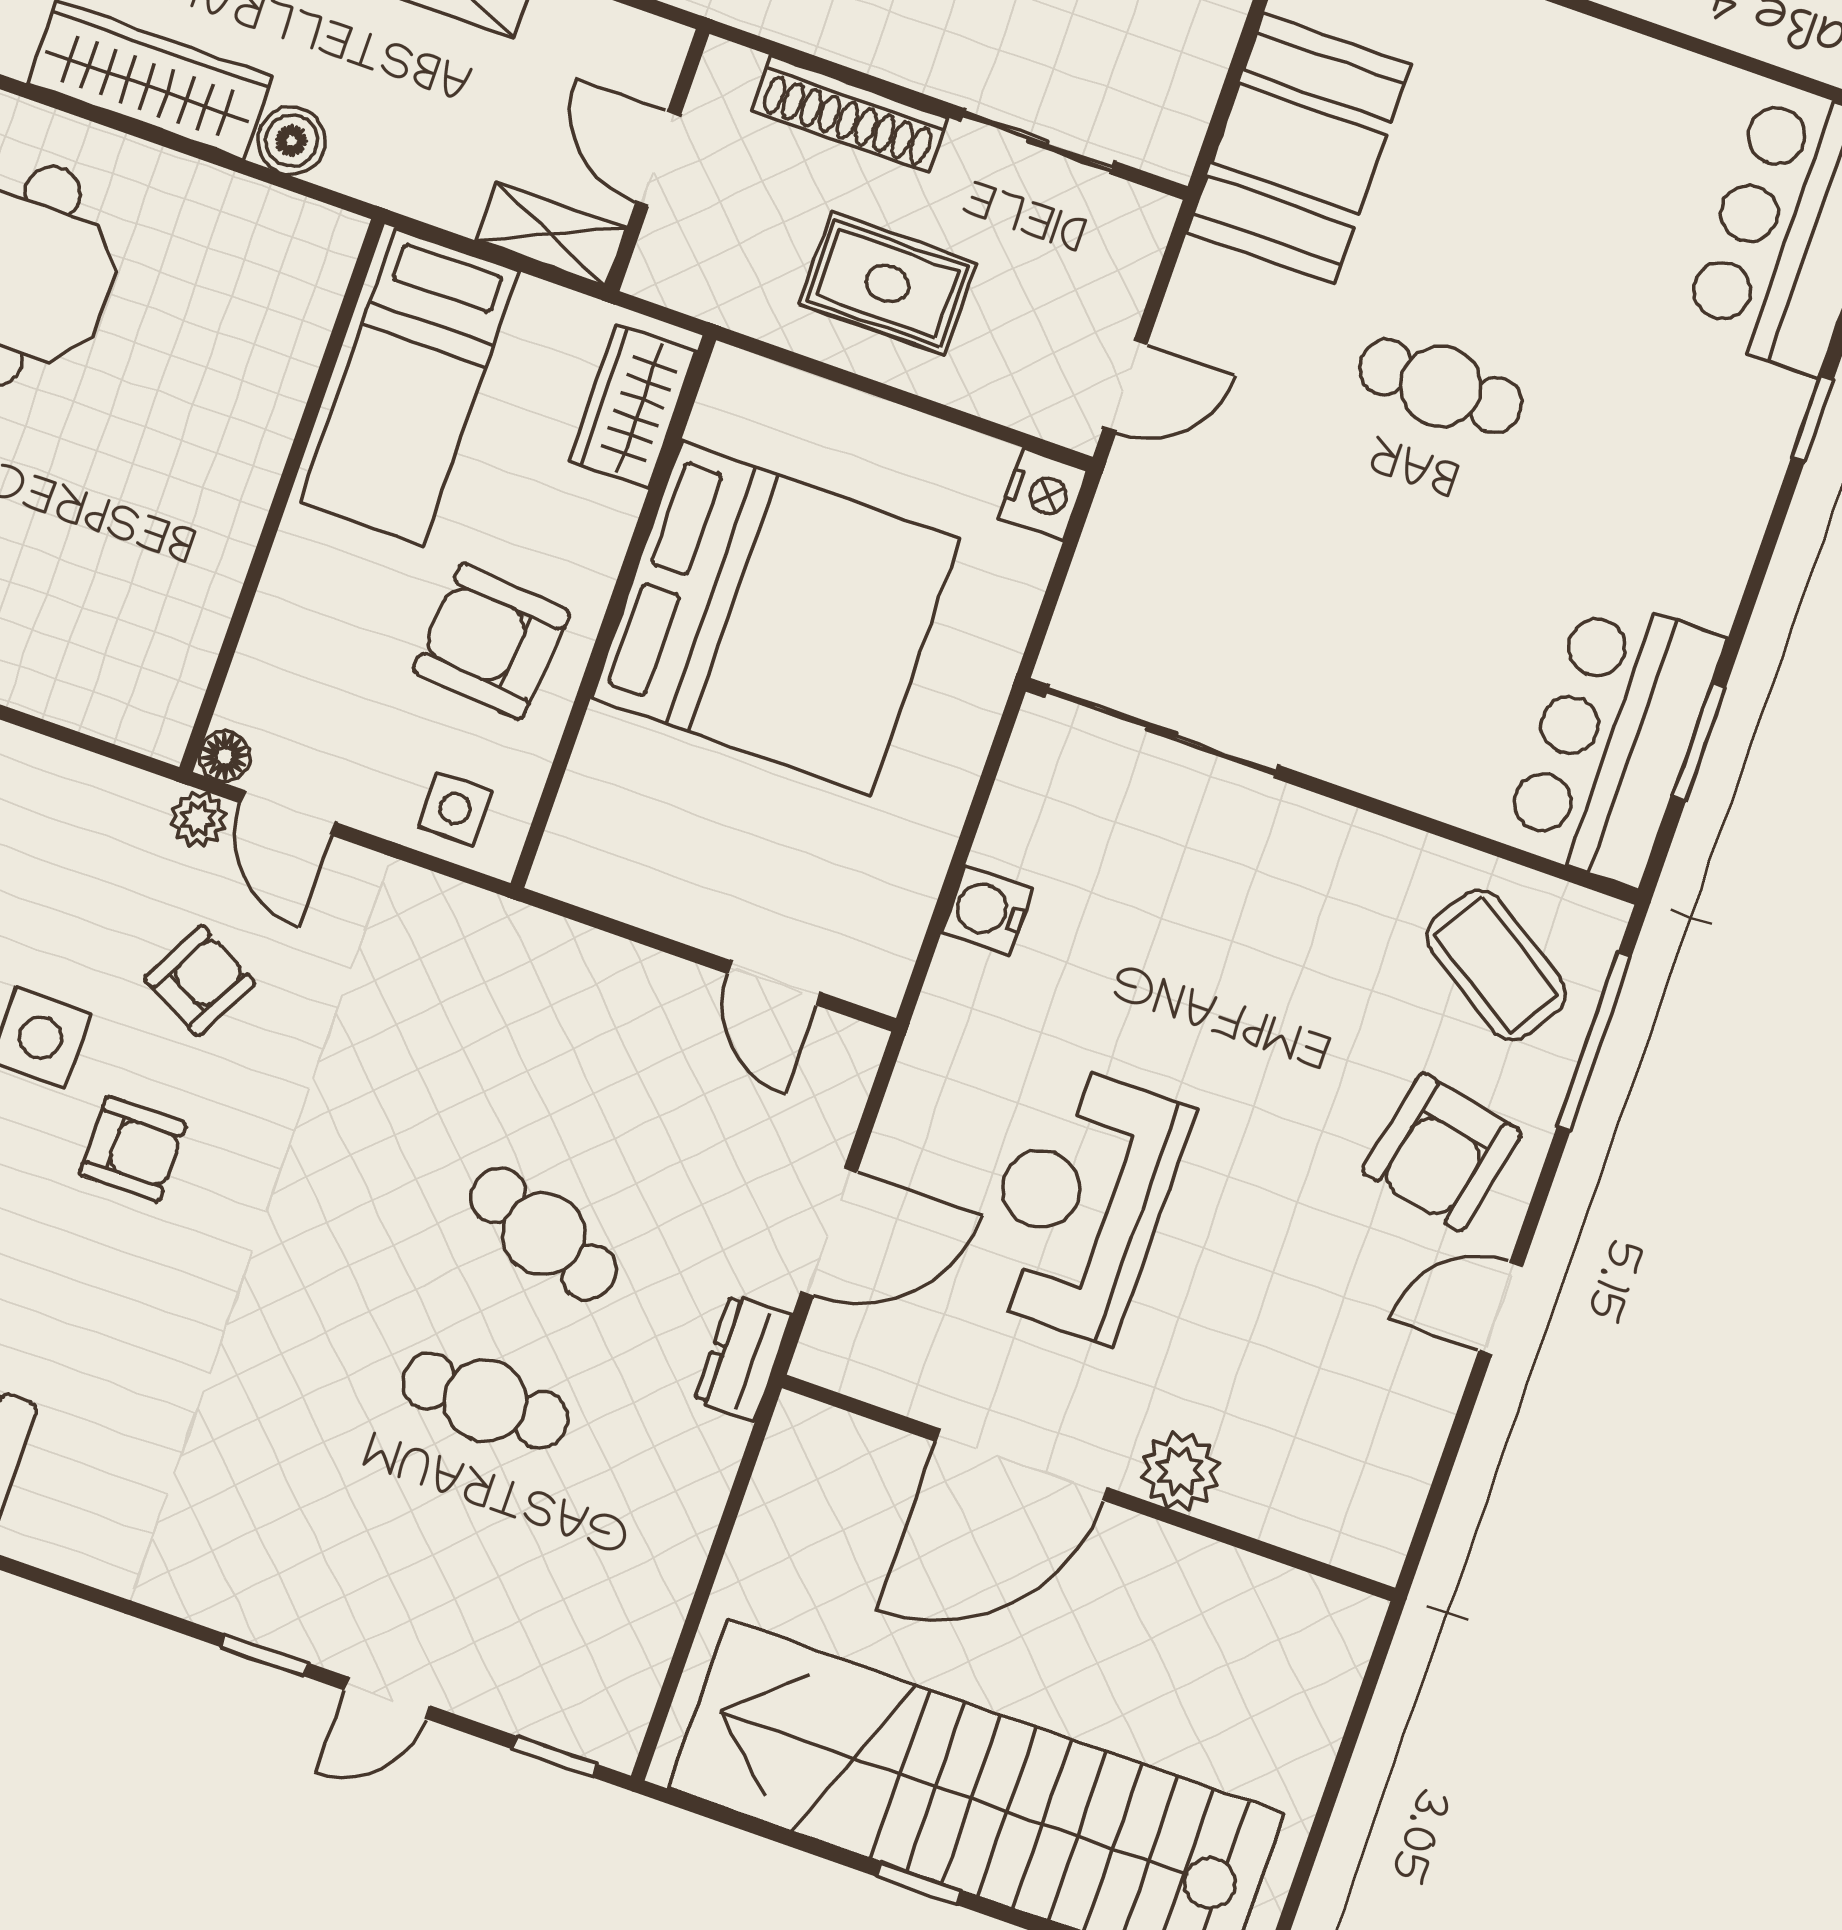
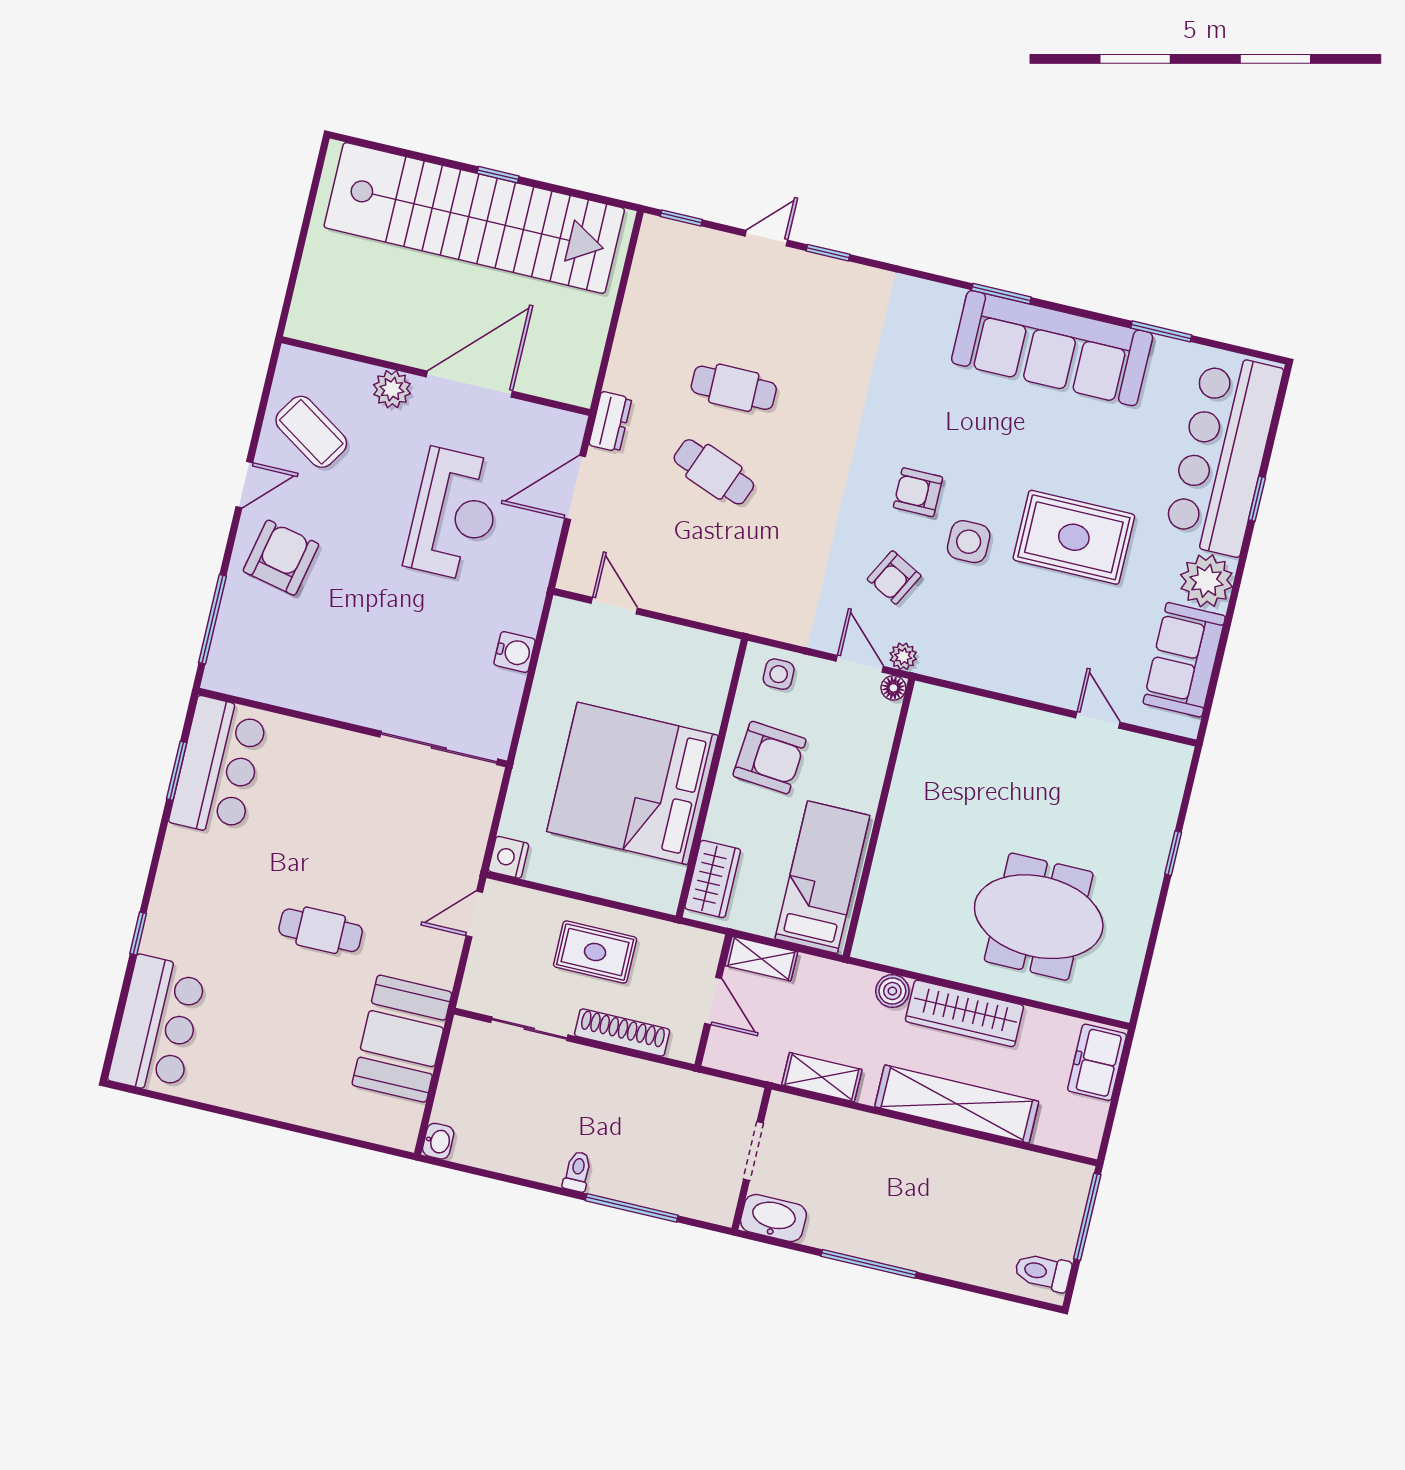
coffee table: (1496, 965) -> (311, 432), moved

